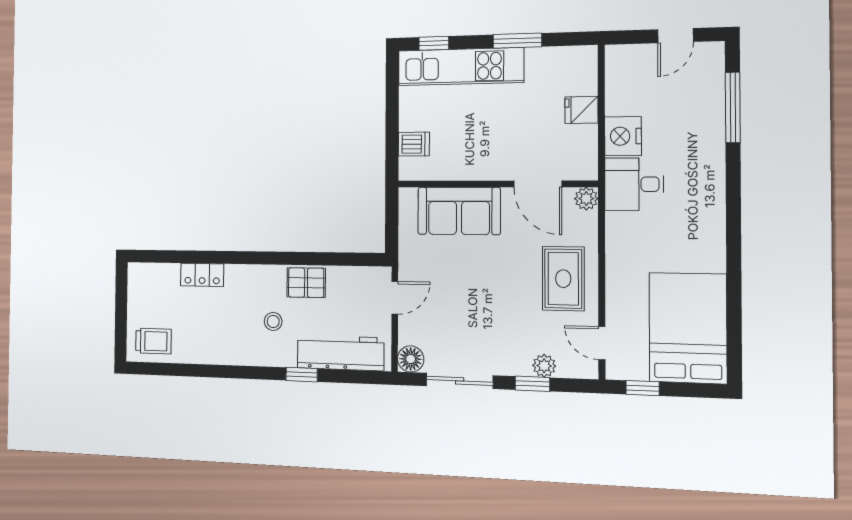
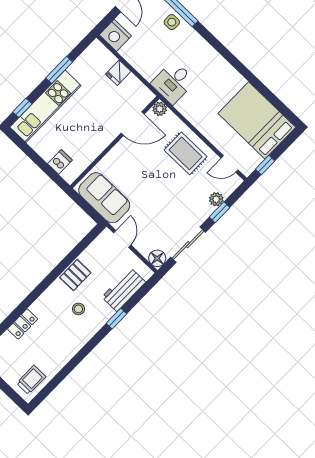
side table: (707, 113) -> (172, 22), added
nightstand: (623, 136) -> (115, 35), moved
sofa: (459, 211) -> (104, 198), moved, turned -90
workbench: (340, 353) -> (124, 290), width x0.73

